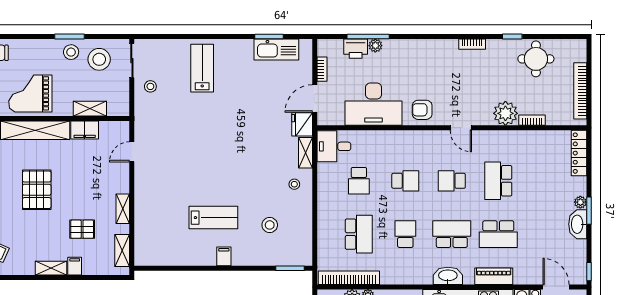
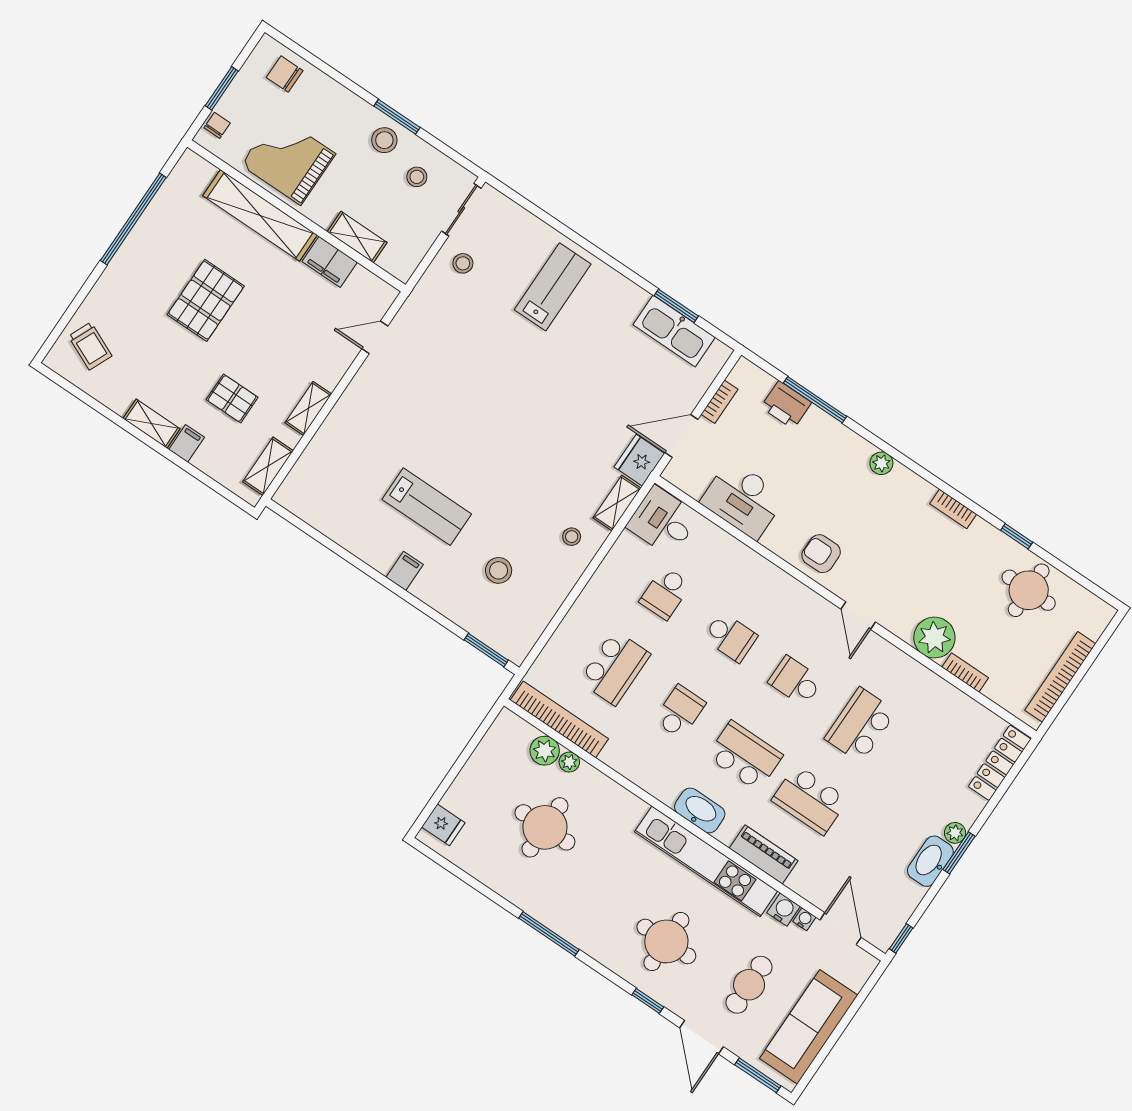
plant: (375, 46) -> (881, 463), moved
stool: (99, 59) -> (417, 177), width x0.53, depth x0.53
desk: (374, 104) -> (743, 499), width x0.73, depth x0.77

